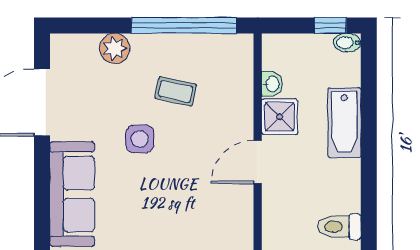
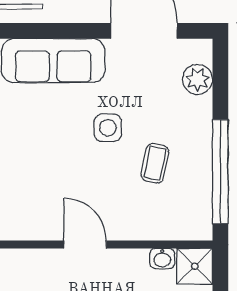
plant: (115, 48) -> (197, 79), moved
shower: (280, 117) -> (195, 266), moved

